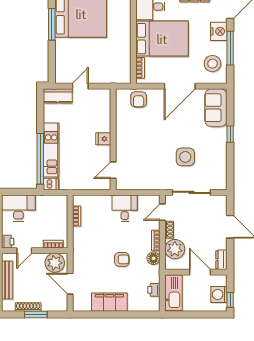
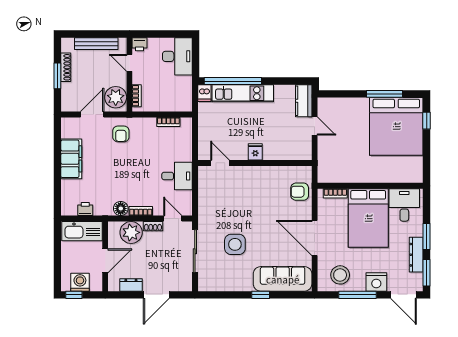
sofa: (216, 108) -> (283, 279), width x1.36
armchair: (122, 259) -> (121, 134), moved
dresser: (221, 260) -> (131, 285), moved

